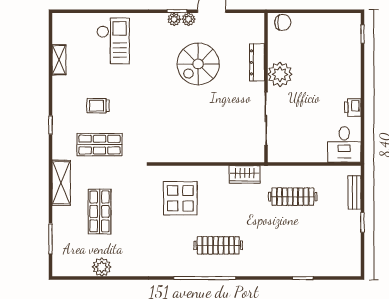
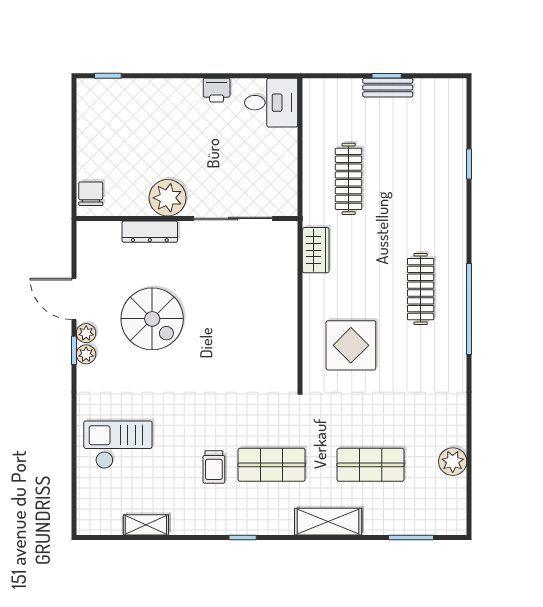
shop shelf: (100, 145) -> (272, 465), turned 90
bench: (354, 192) -> (388, 88), moved

